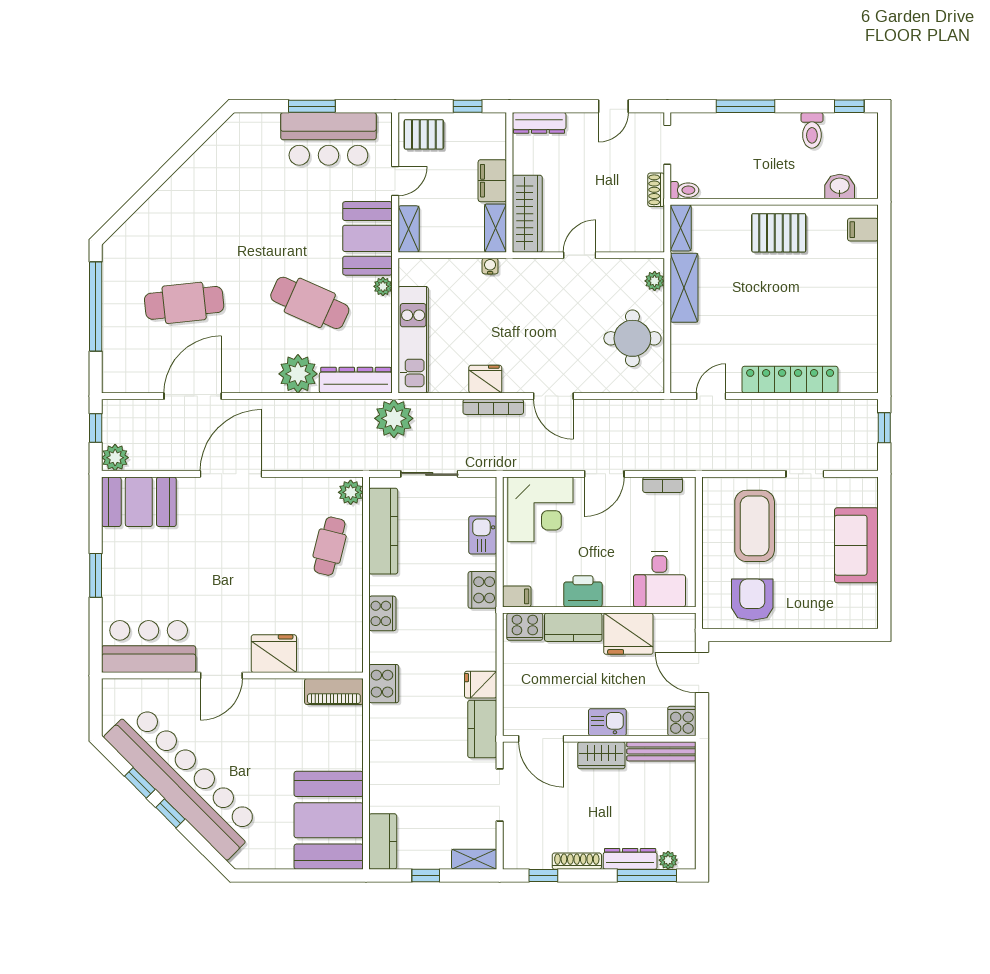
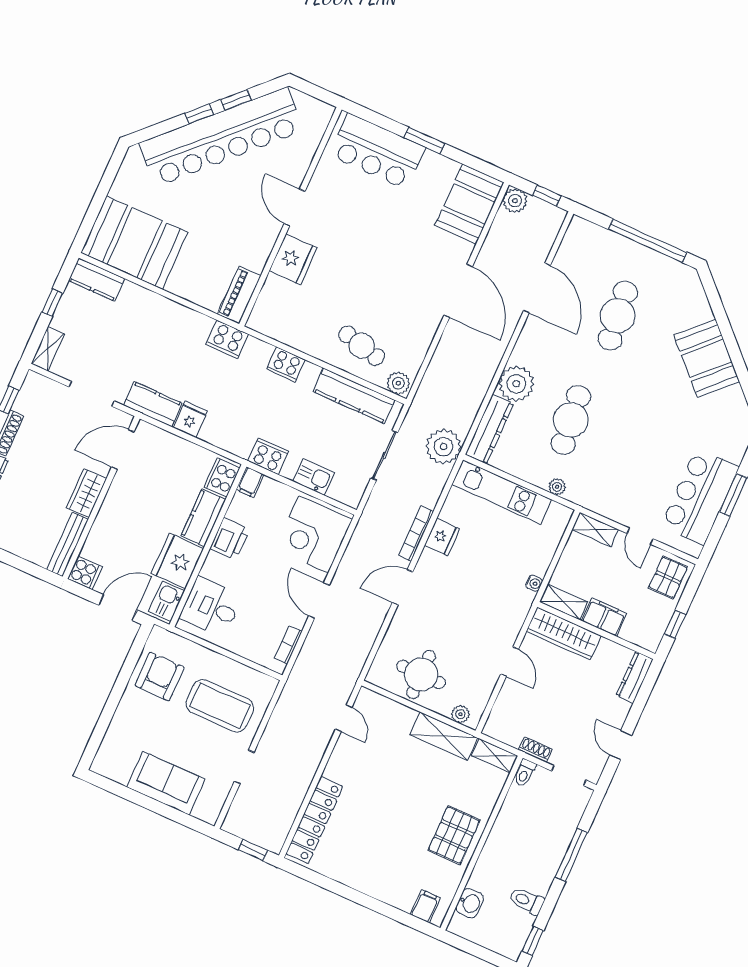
booth: (367, 238) -> (707, 358), moved, turned 45
cafe table: (310, 303) -> (571, 420), turned -30
locker: (790, 380) -> (314, 820), moved
armchair: (752, 600) -> (160, 676), turned -90
bar counter: (149, 647) -> (377, 151), moved, turned 90
kitchen sink: (607, 722) -> (167, 601), moved, turned 180

